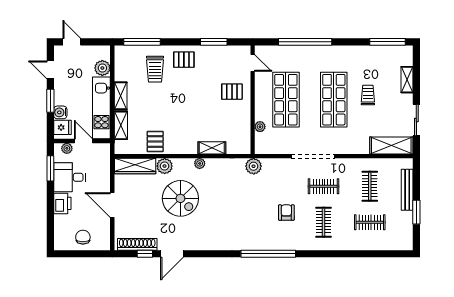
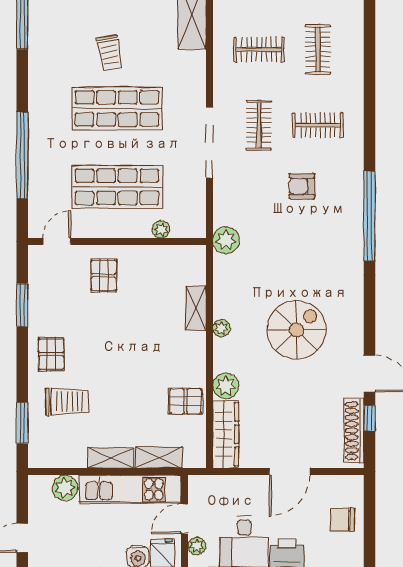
window: (142, 42) -> (22, 423), width x0.69
trolley: (368, 95) -> (109, 53), turned -100
spiral stairs: (180, 198) -> (297, 330), moved

